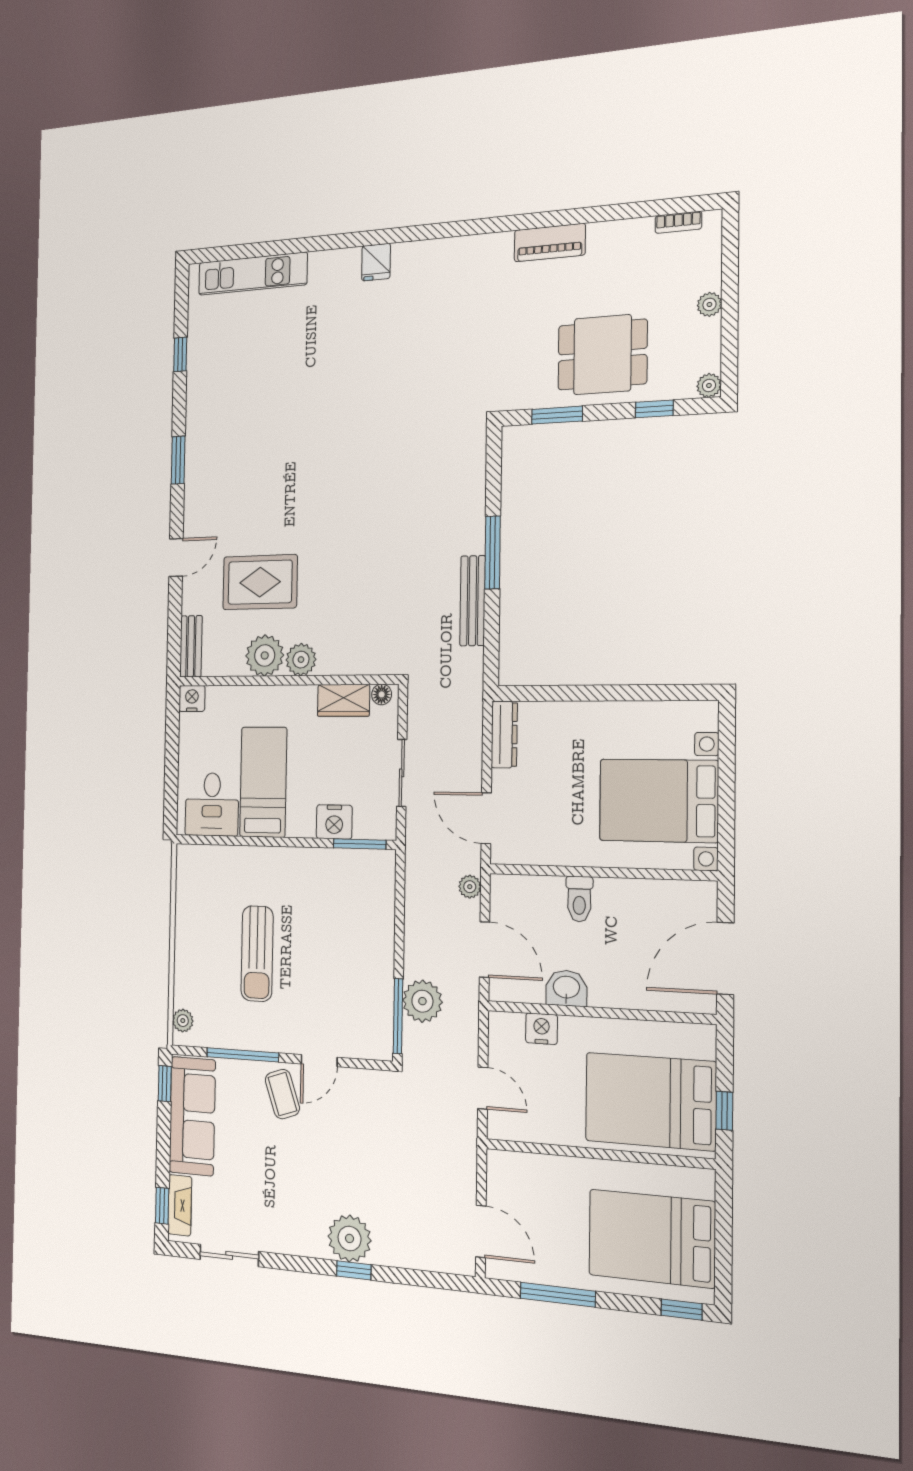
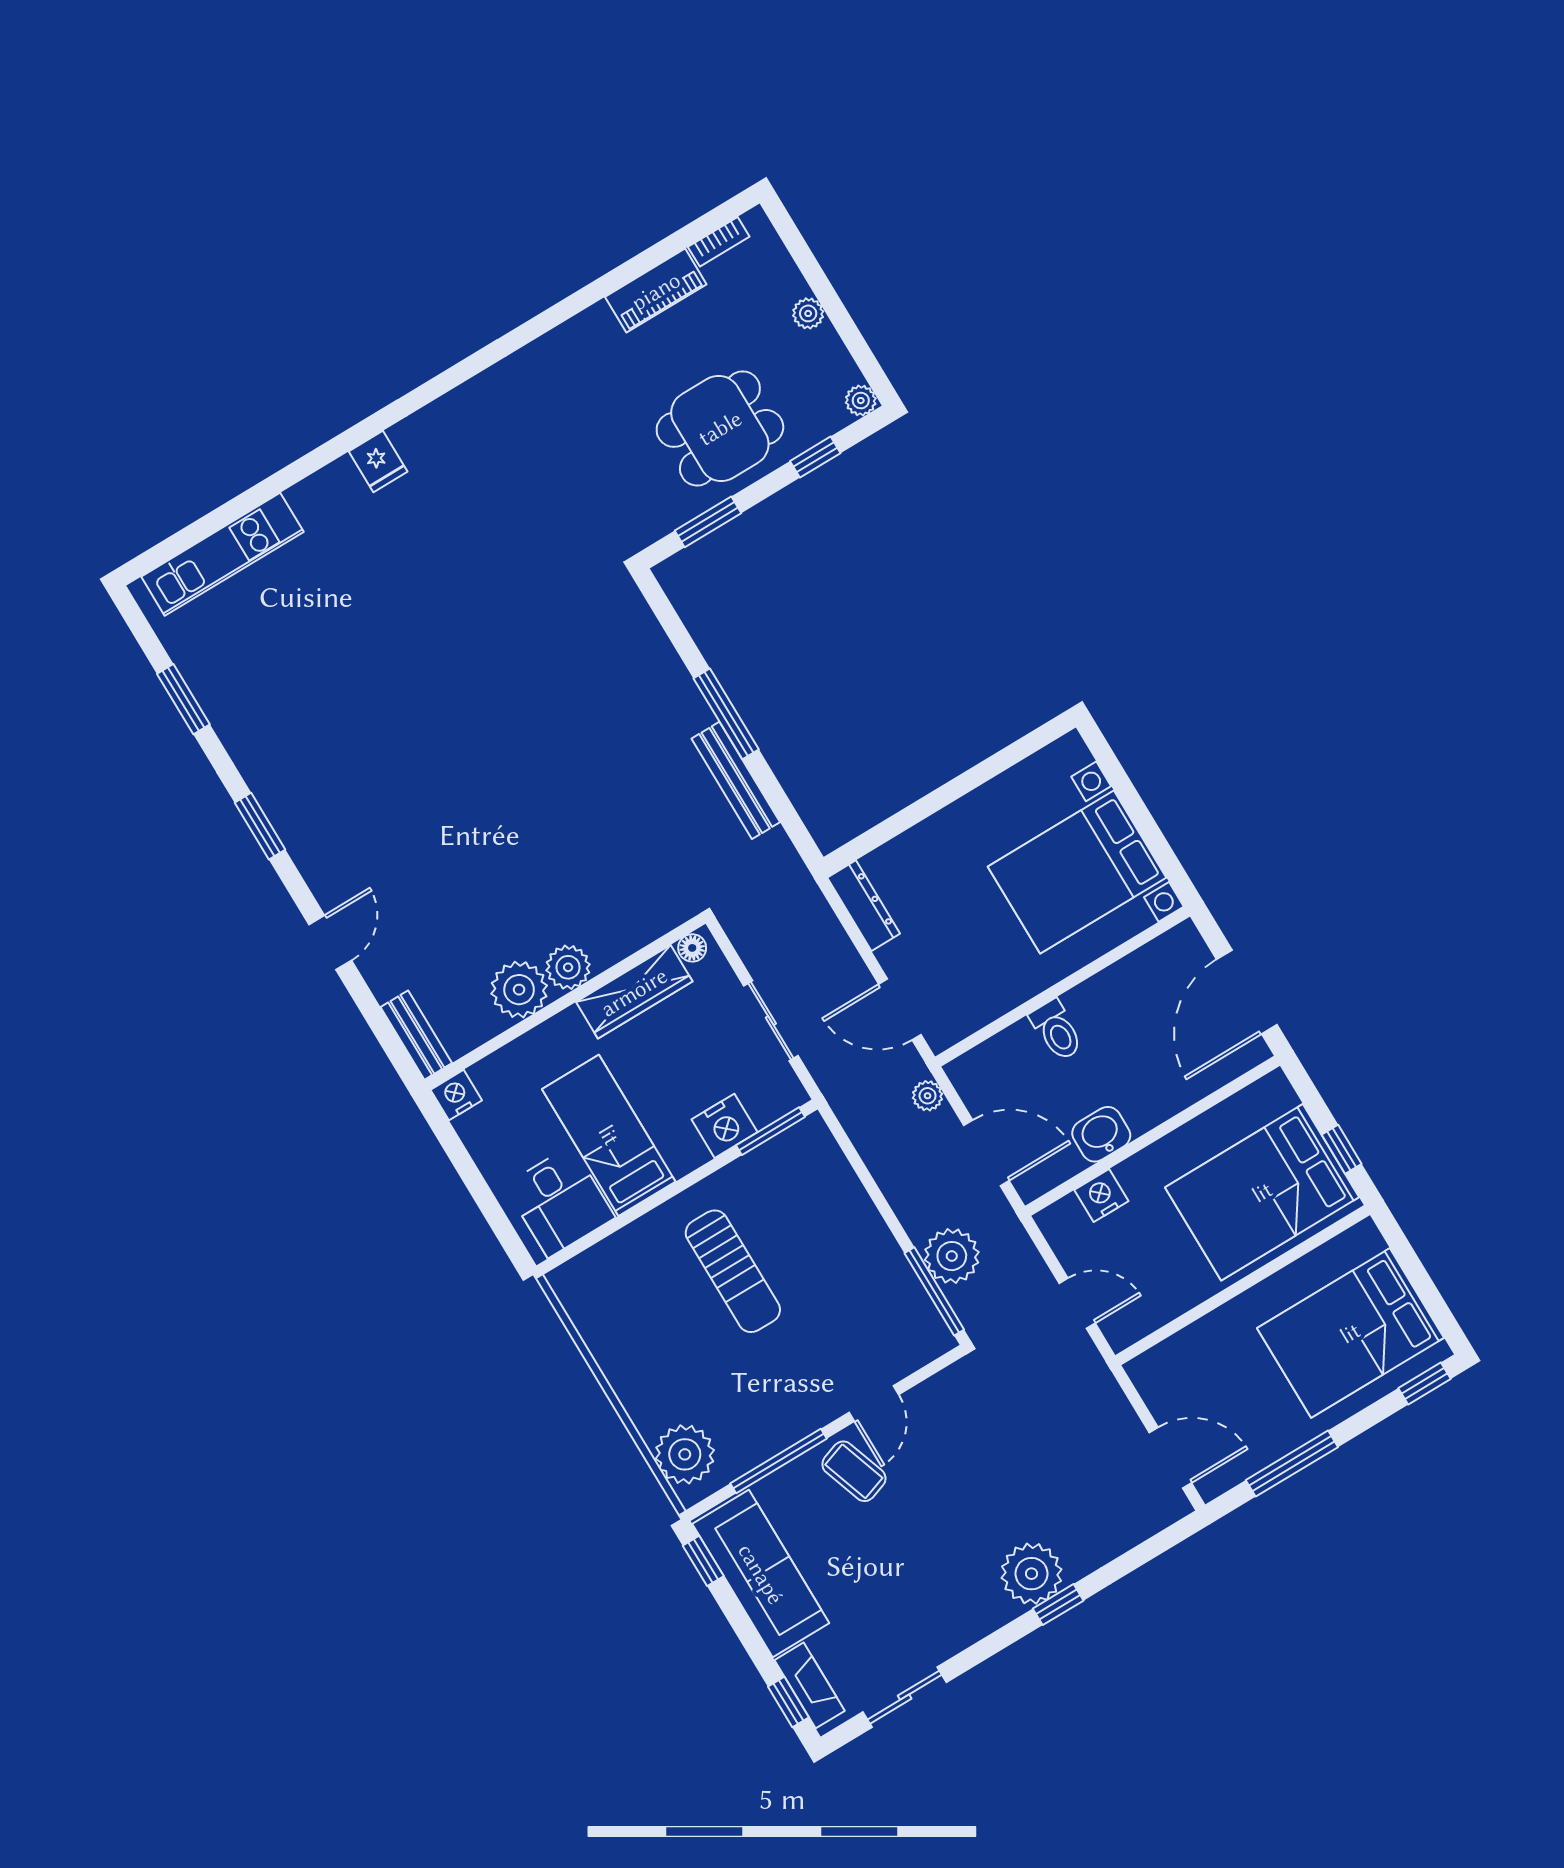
piano: (550, 243) -> (656, 291), moved
window: (180, 354) -> (183, 699), width x1.50
rug: (260, 582) -> (460, 909), removed
wardrobe: (344, 700) -> (634, 992), width x1.50
sun lounger: (257, 954) -> (733, 1271), moved
plant: (183, 1021) -> (685, 1454), width x1.88, depth x1.88

